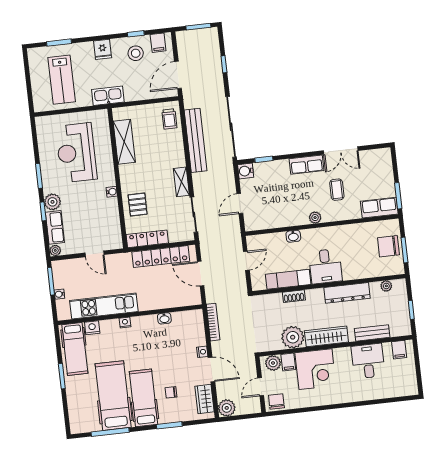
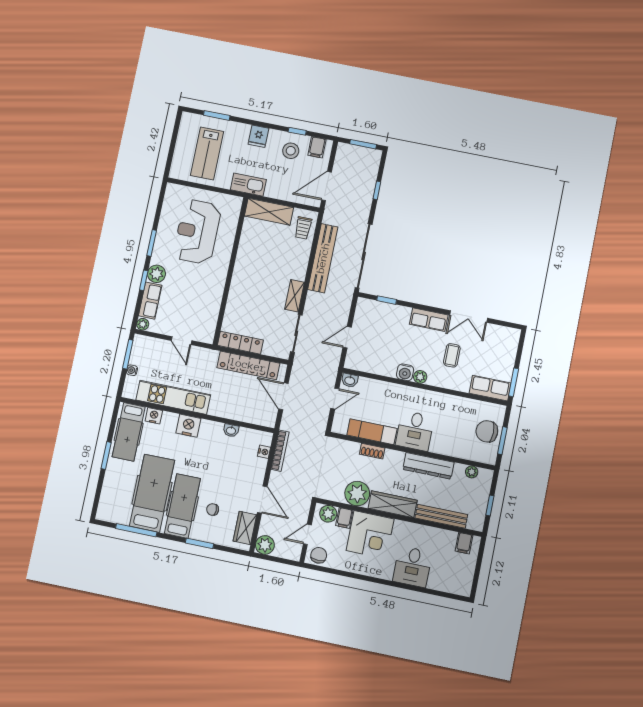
shelving: (124, 142) -> (269, 212), moved, turned 90
water cooler: (246, 171) -> (405, 372), moved, turned -90
water cooler: (112, 192) -> (220, 283), removed
pallet: (138, 205) -> (242, 304), removed
washbasin: (293, 236) -> (350, 380), moved
nightstand: (125, 323) -> (188, 426), width x1.89, depth x1.79
bench: (372, 333) -> (441, 516), width x1.36
nightstand: (202, 352) -> (264, 452), moved
desk: (368, 361) -> (412, 567), moved, turned 180

